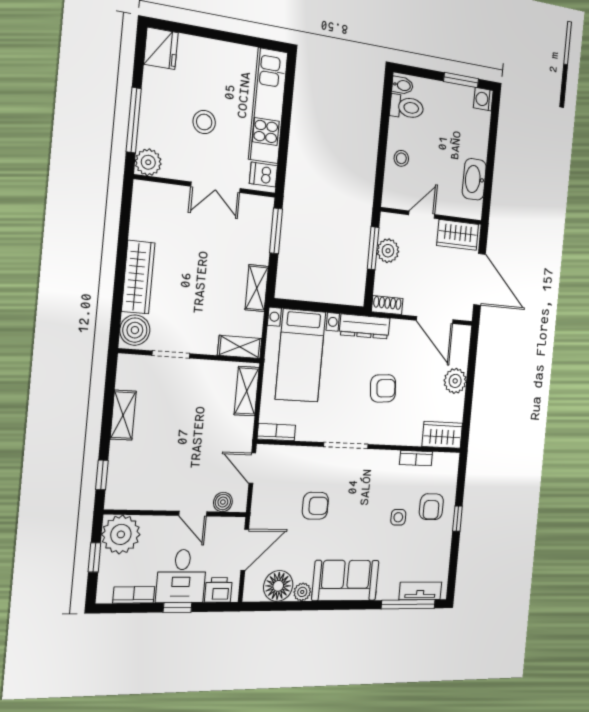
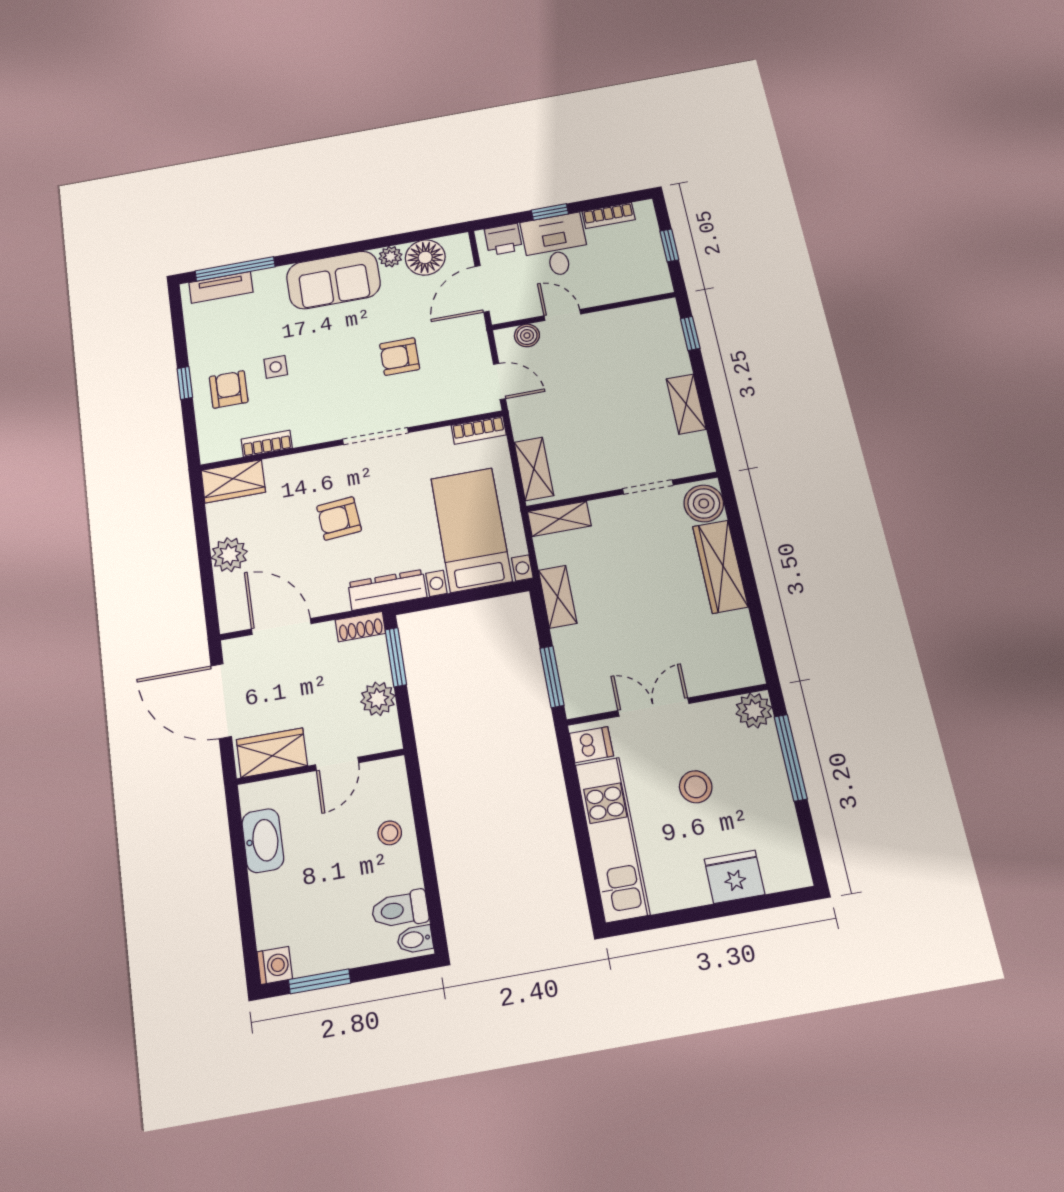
fridge: (161, 48) -> (734, 877), moved, turned 90
window: (373, 248) -> (396, 657), moved
plant: (121, 534) -> (645, 275), removed

